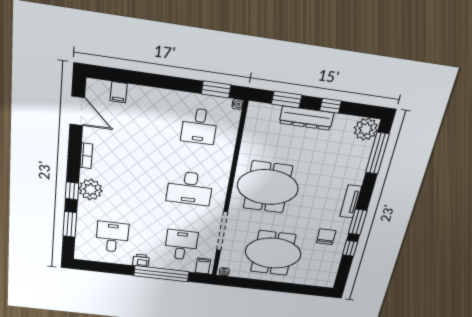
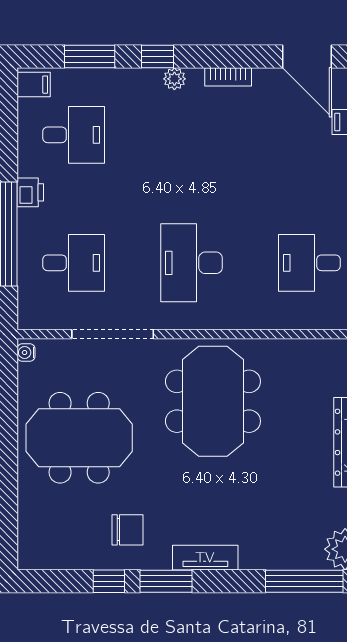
door: (77, 111) -> (307, 56), hinge flipped
plant: (90, 190) -> (174, 79), width x0.53, depth x0.53
meeting table: (273, 253) -> (79, 438), turned 90
filing cabinet: (203, 266) -> (34, 85), moved

